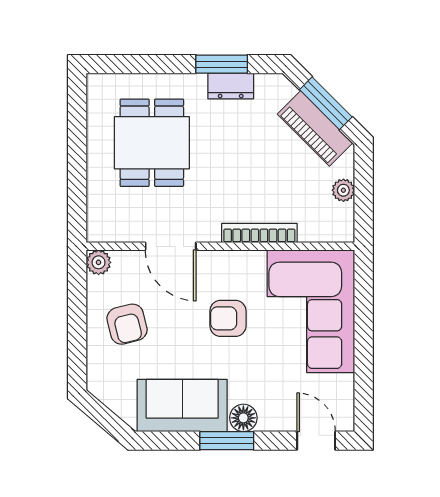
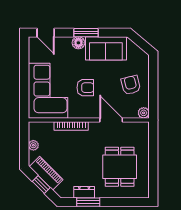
window: (326, 103) -> (41, 184), width x0.67

